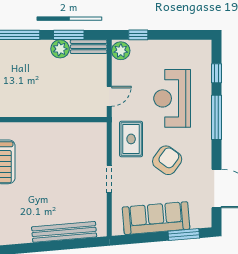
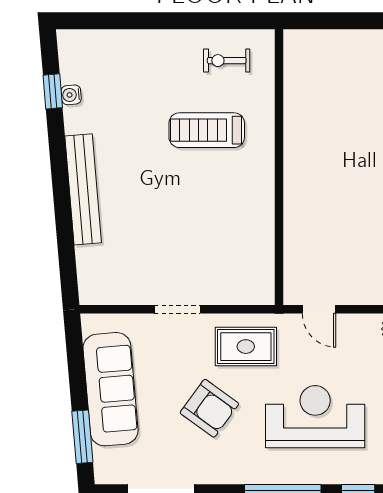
bench: (64, 232) -> (83, 189), moved

